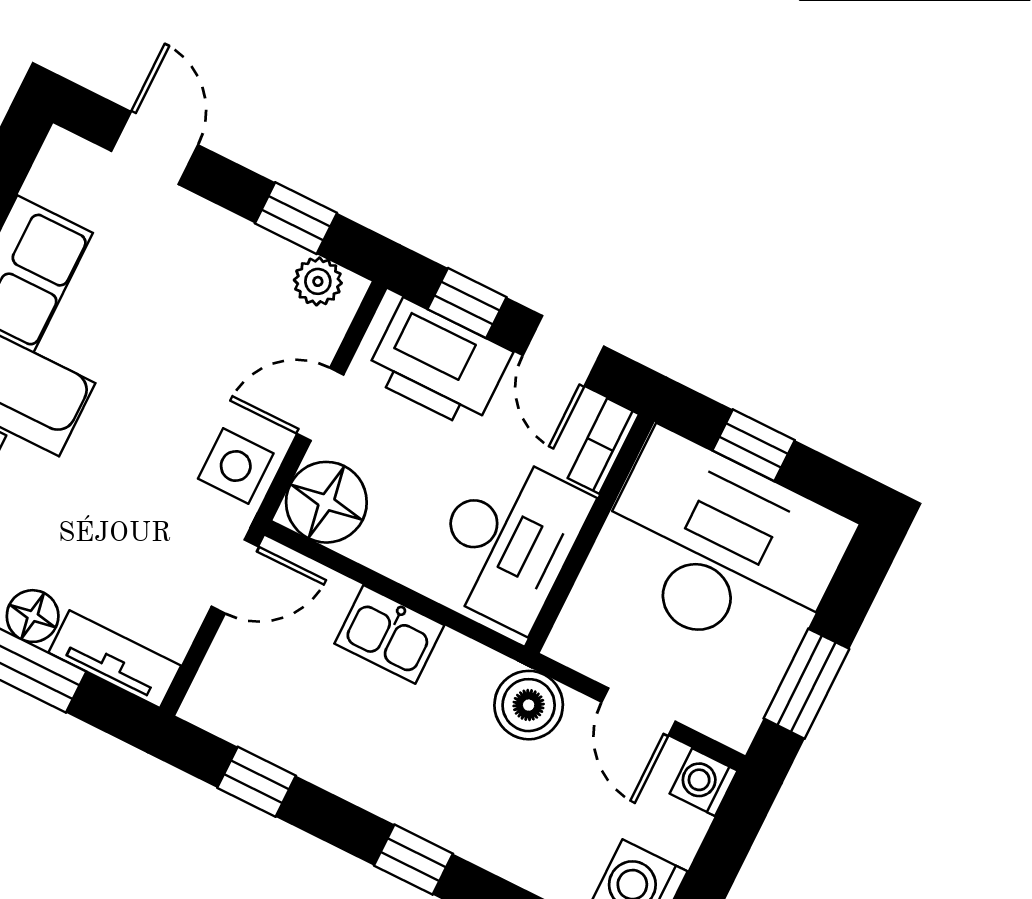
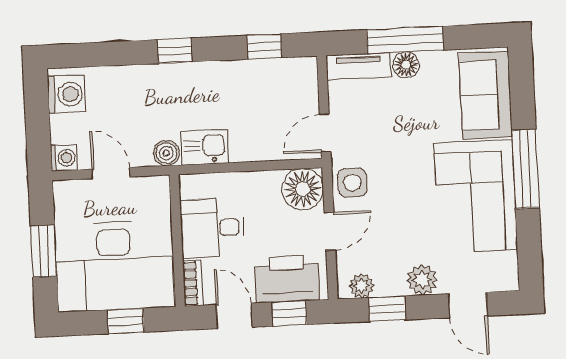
plant: (209, 234) -> (422, 280), added
desk: (508, 541) -> (212, 228), width x0.73
kitchen sink: (389, 634) -> (205, 147), moved
window: (806, 684) -> (44, 251), moved
boiler: (529, 705) -> (166, 153), width x0.73, depth x0.73

